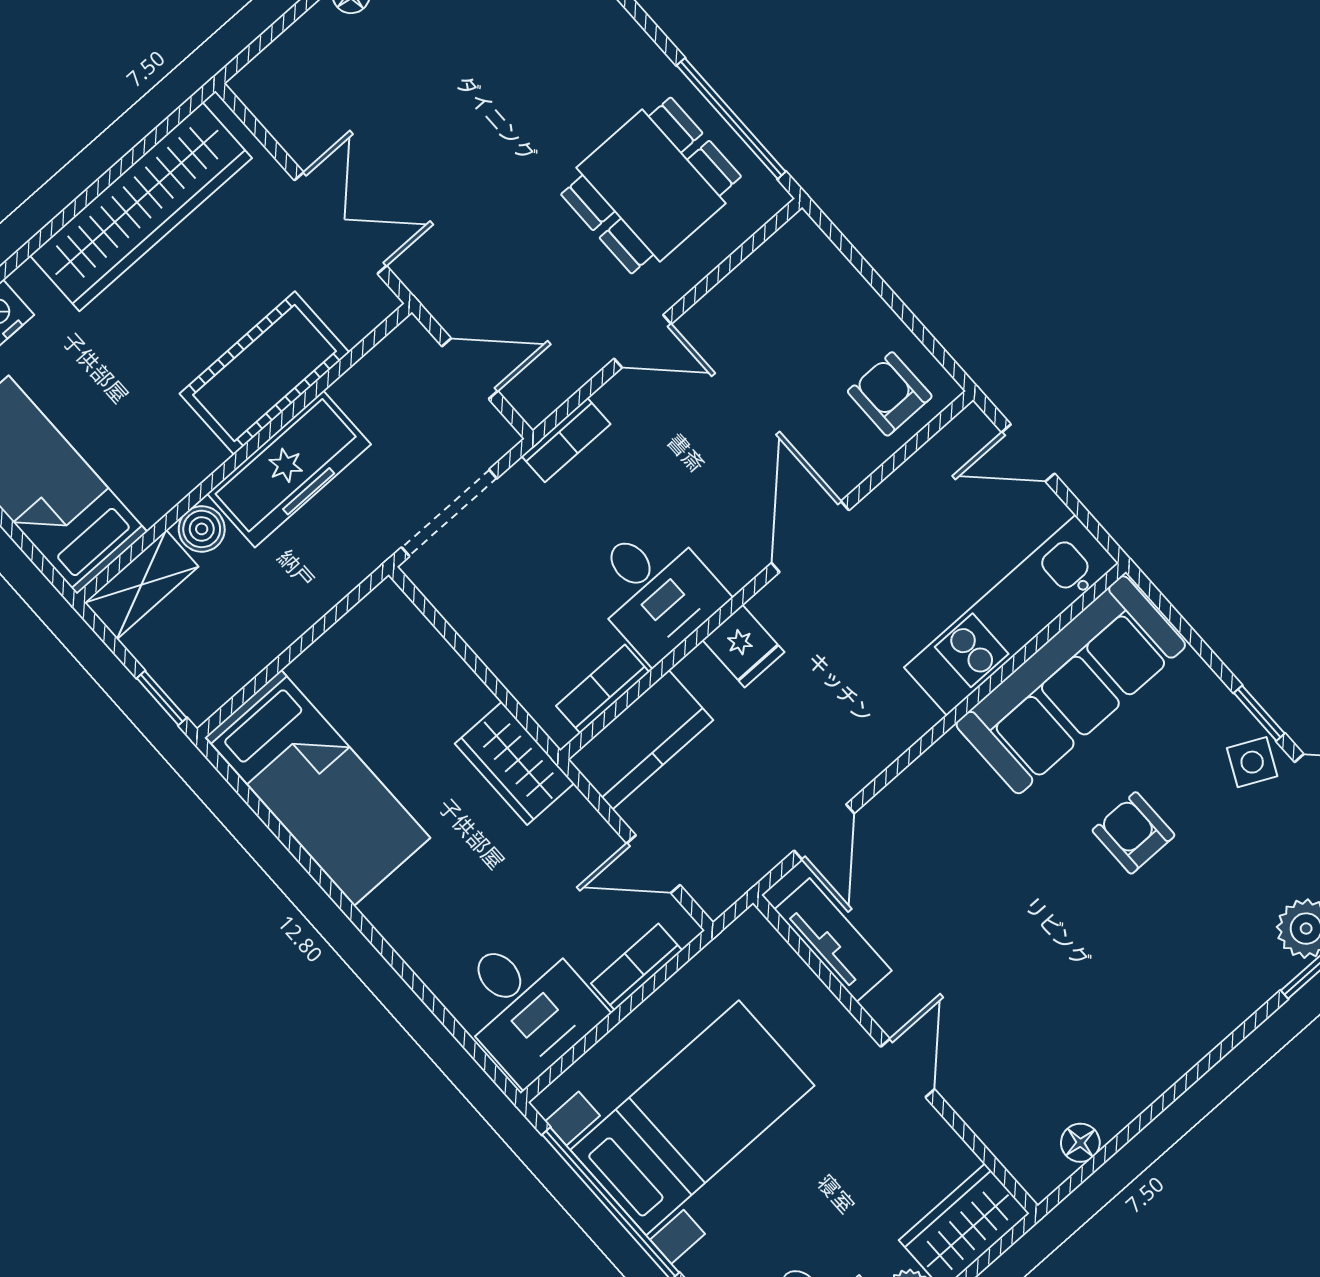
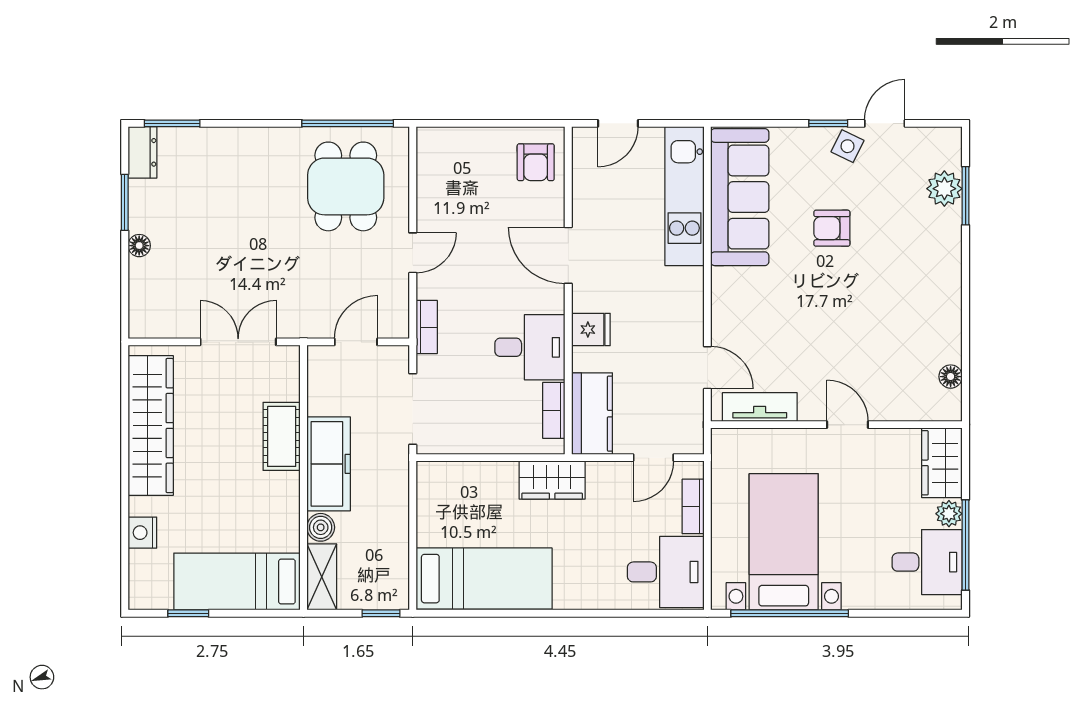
cot: (264, 373) -> (282, 436), width x0.73, depth x0.75
armchair: (890, 394) -> (536, 162), turned -90

